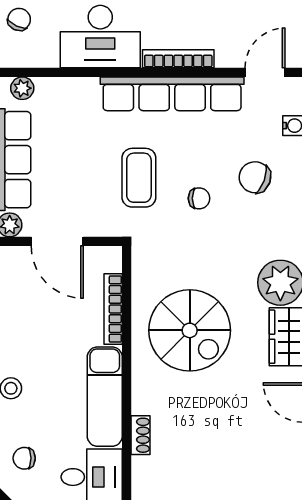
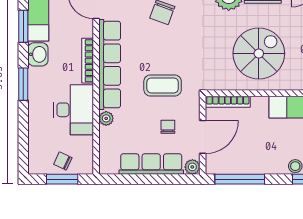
plant: (22, 88) -> (106, 118), moved
chair: (199, 198) -> (168, 127), moved
bookcase: (113, 309) -> (228, 102), moved

